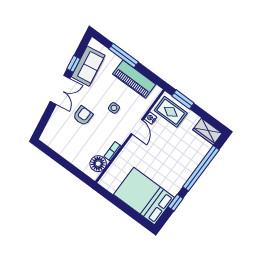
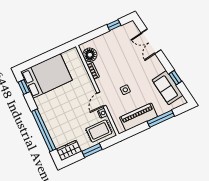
double door: (60, 90) -> (151, 41), moved
window: (183, 99) -> (92, 150), moved
armchair: (83, 116) -> (132, 63), removed
door: (137, 127) -> (101, 99), hinge flipped
window: (54, 156) -> (114, 25), added
window: (176, 203) -> (24, 87), moved

